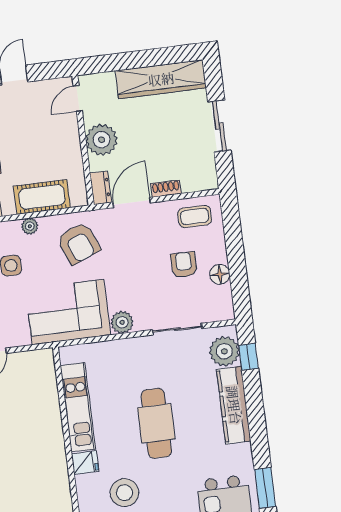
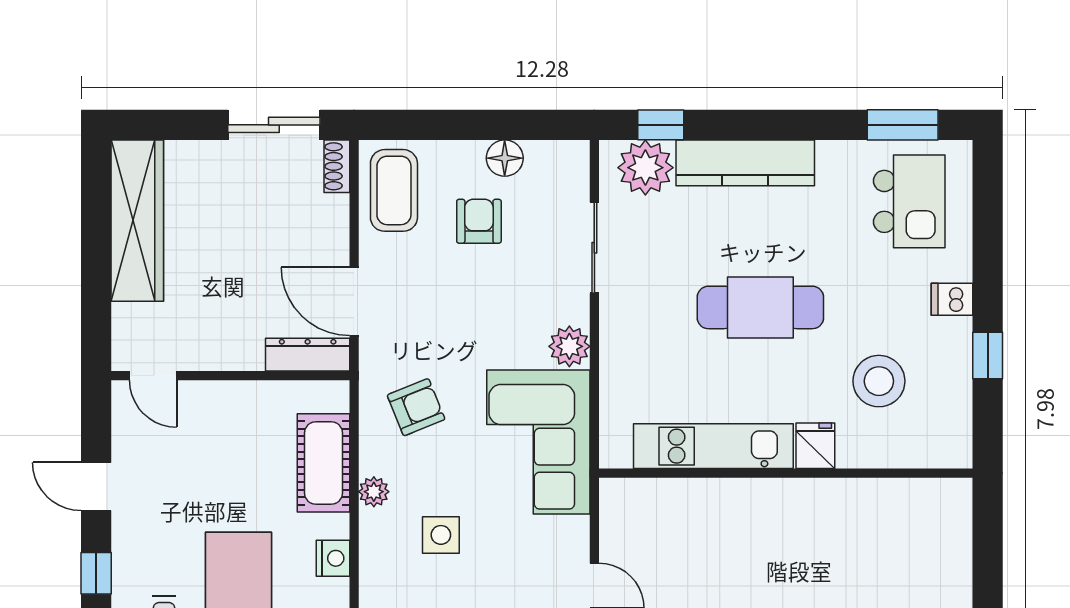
sliding door: (219, 126) -> (274, 125), moved
plant: (101, 140) -> (233, 342), removed
dresser: (101, 188) -> (308, 355), width x1.44
shoe rack: (166, 189) -> (337, 166), moved
coffee table: (195, 216) -> (394, 190), width x1.36, depth x1.30
armchair: (79, 243) -> (416, 407), width x0.72, depth x0.72
armchair: (184, 265) -> (479, 221), turned 90

